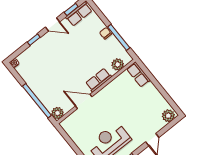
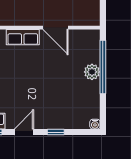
door: (52, 25) -> (24, 132), hinge flipped
plant: (57, 113) -> (92, 72), moved

